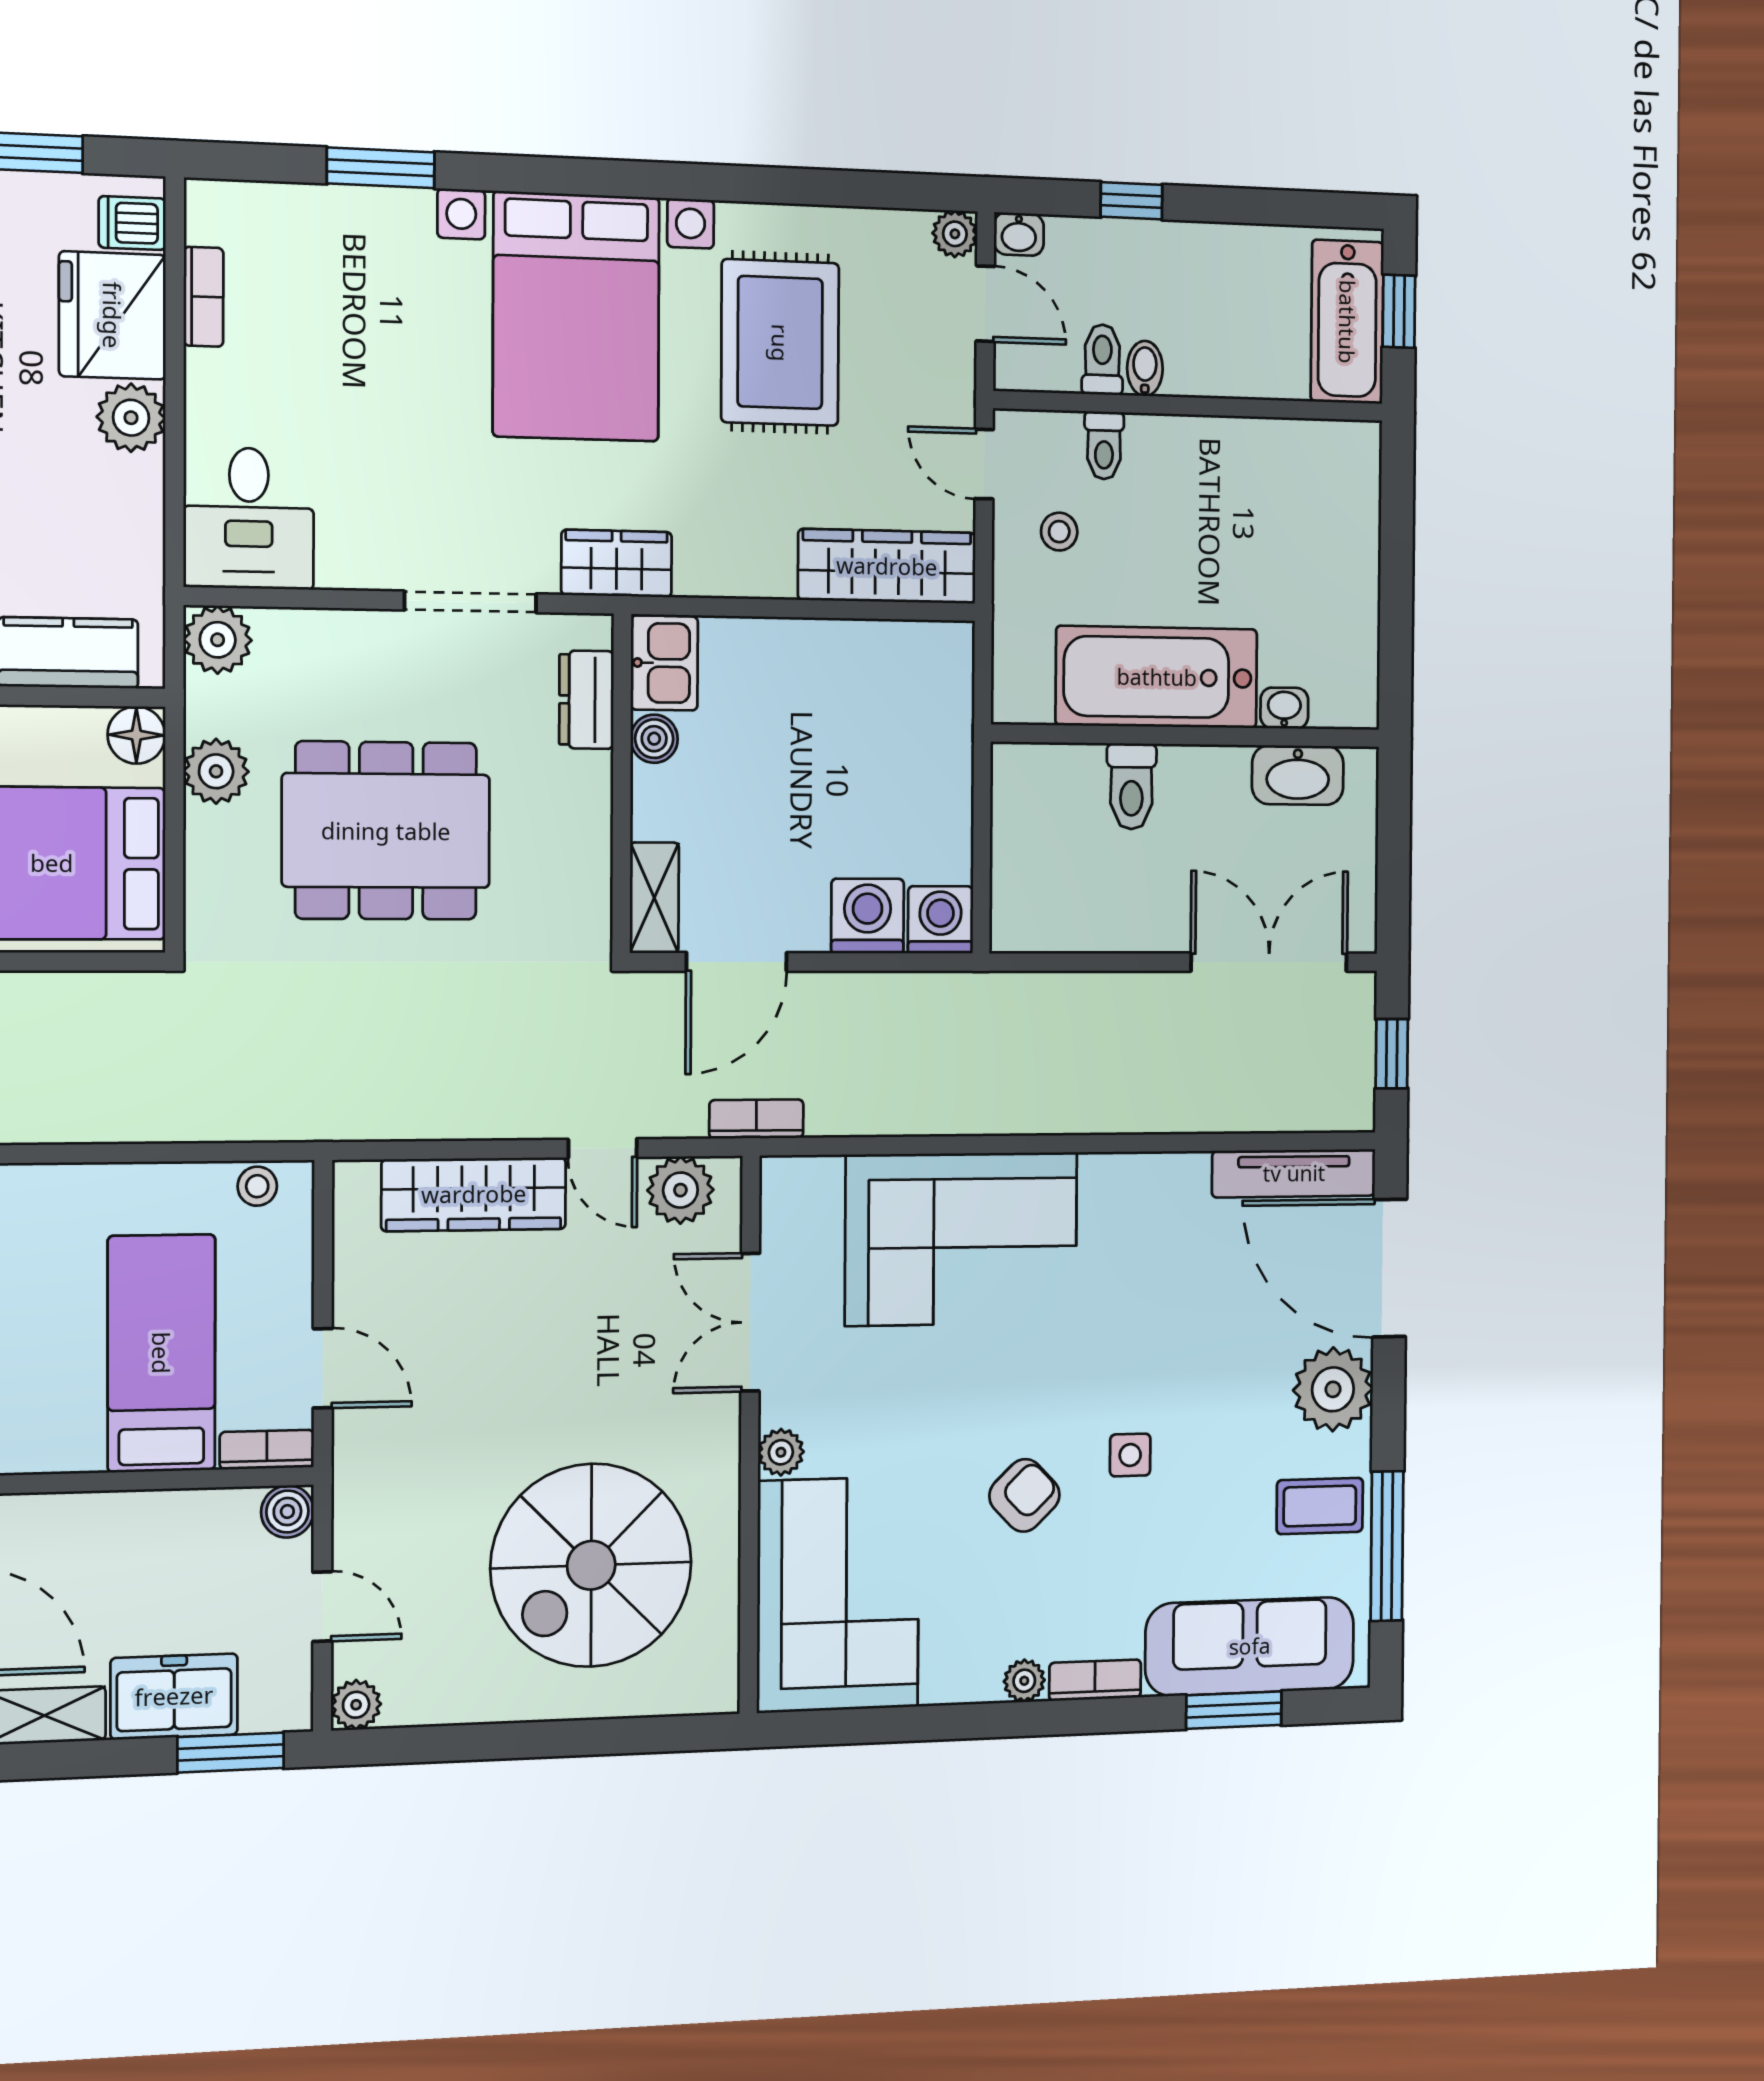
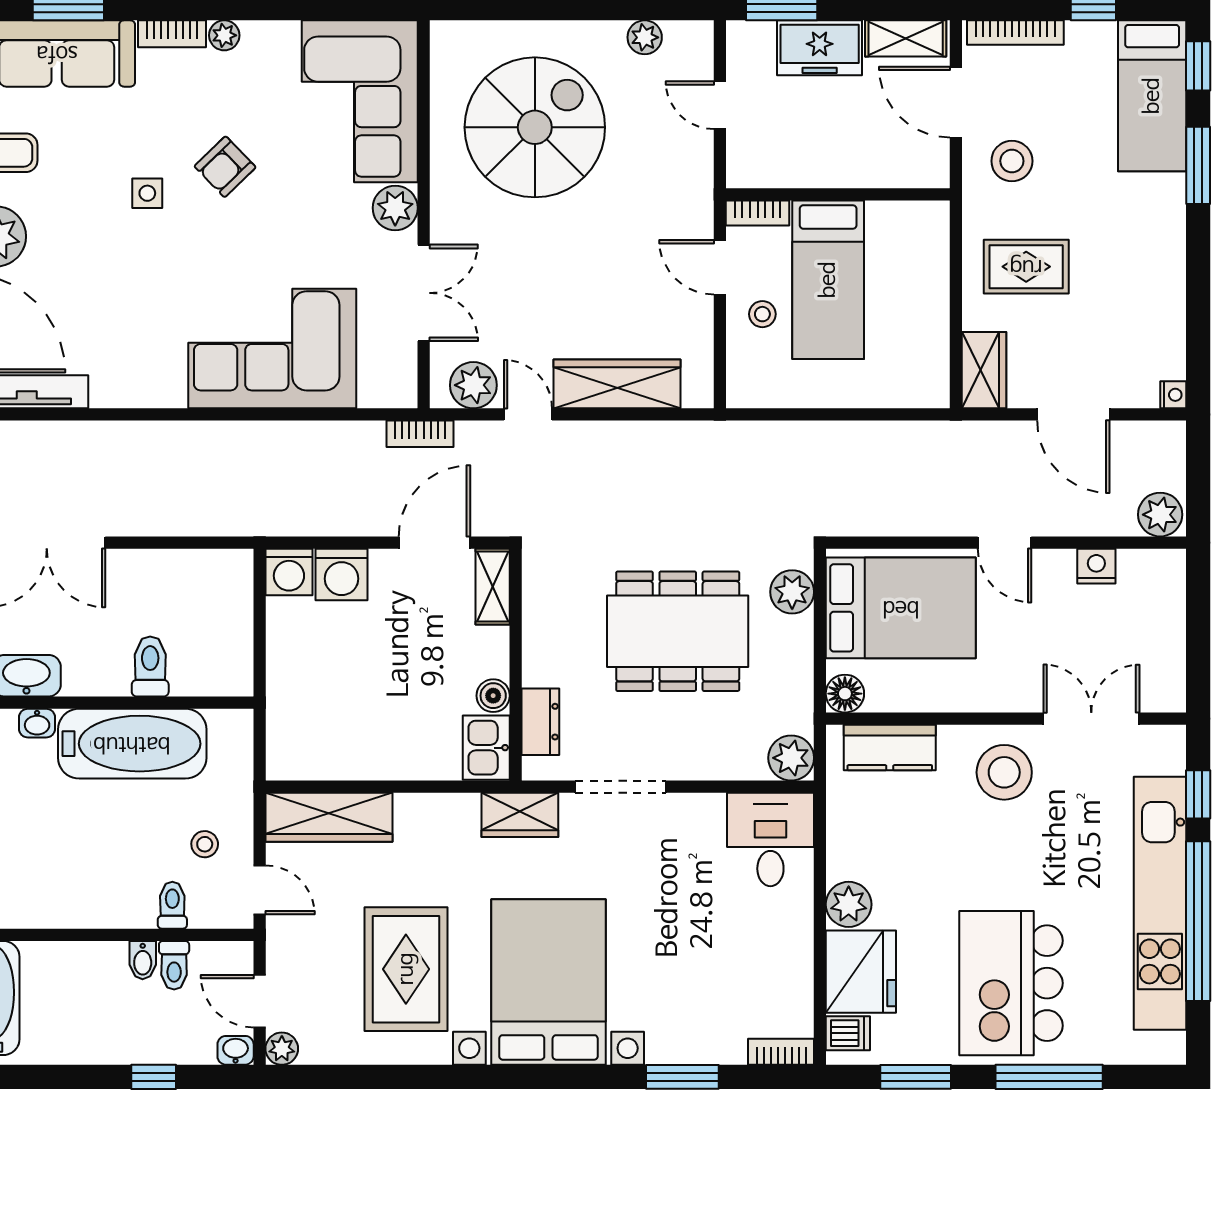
bookcase: (204, 297) -> (781, 1052), moved, turned 90
plant: (216, 771) -> (792, 592), moved
stool: (257, 1186) -> (762, 314), moved
plant: (781, 1452) -> (395, 208), width x1.38, depth x1.38
boiler: (287, 1511) -> (744, 171), removed
plant: (356, 1705) -> (645, 37), moved

